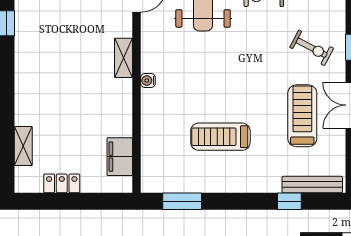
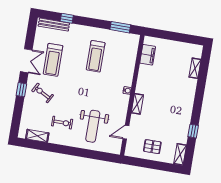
treadmill: (220, 137) -> (96, 56), turned 90
locker: (62, 183) -> (179, 46), removed

